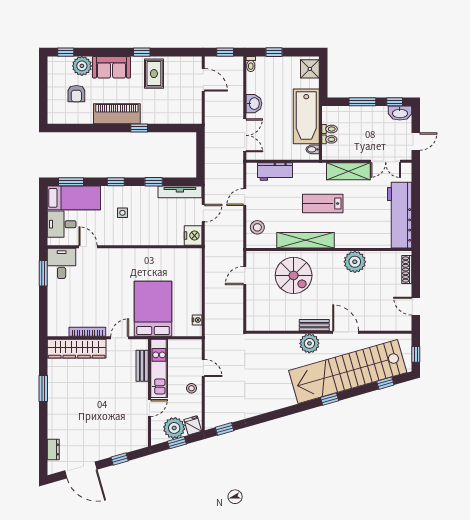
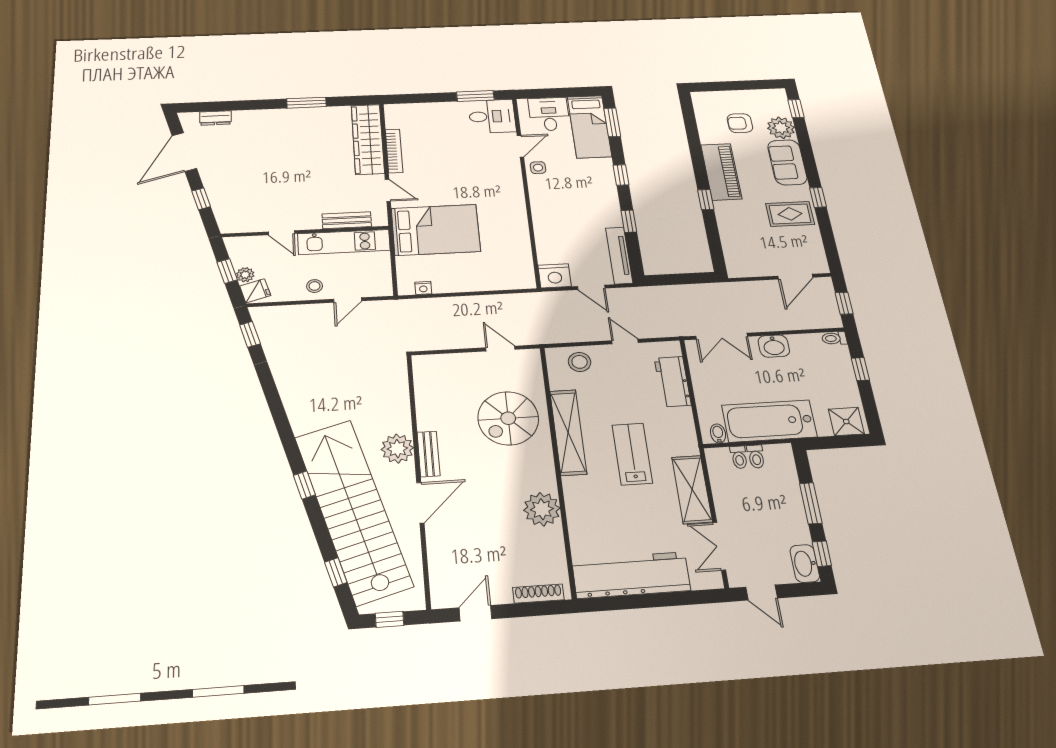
side table: (122, 213) -> (538, 168), moved
plant: (174, 428) -> (245, 275), width x0.53, depth x0.53

